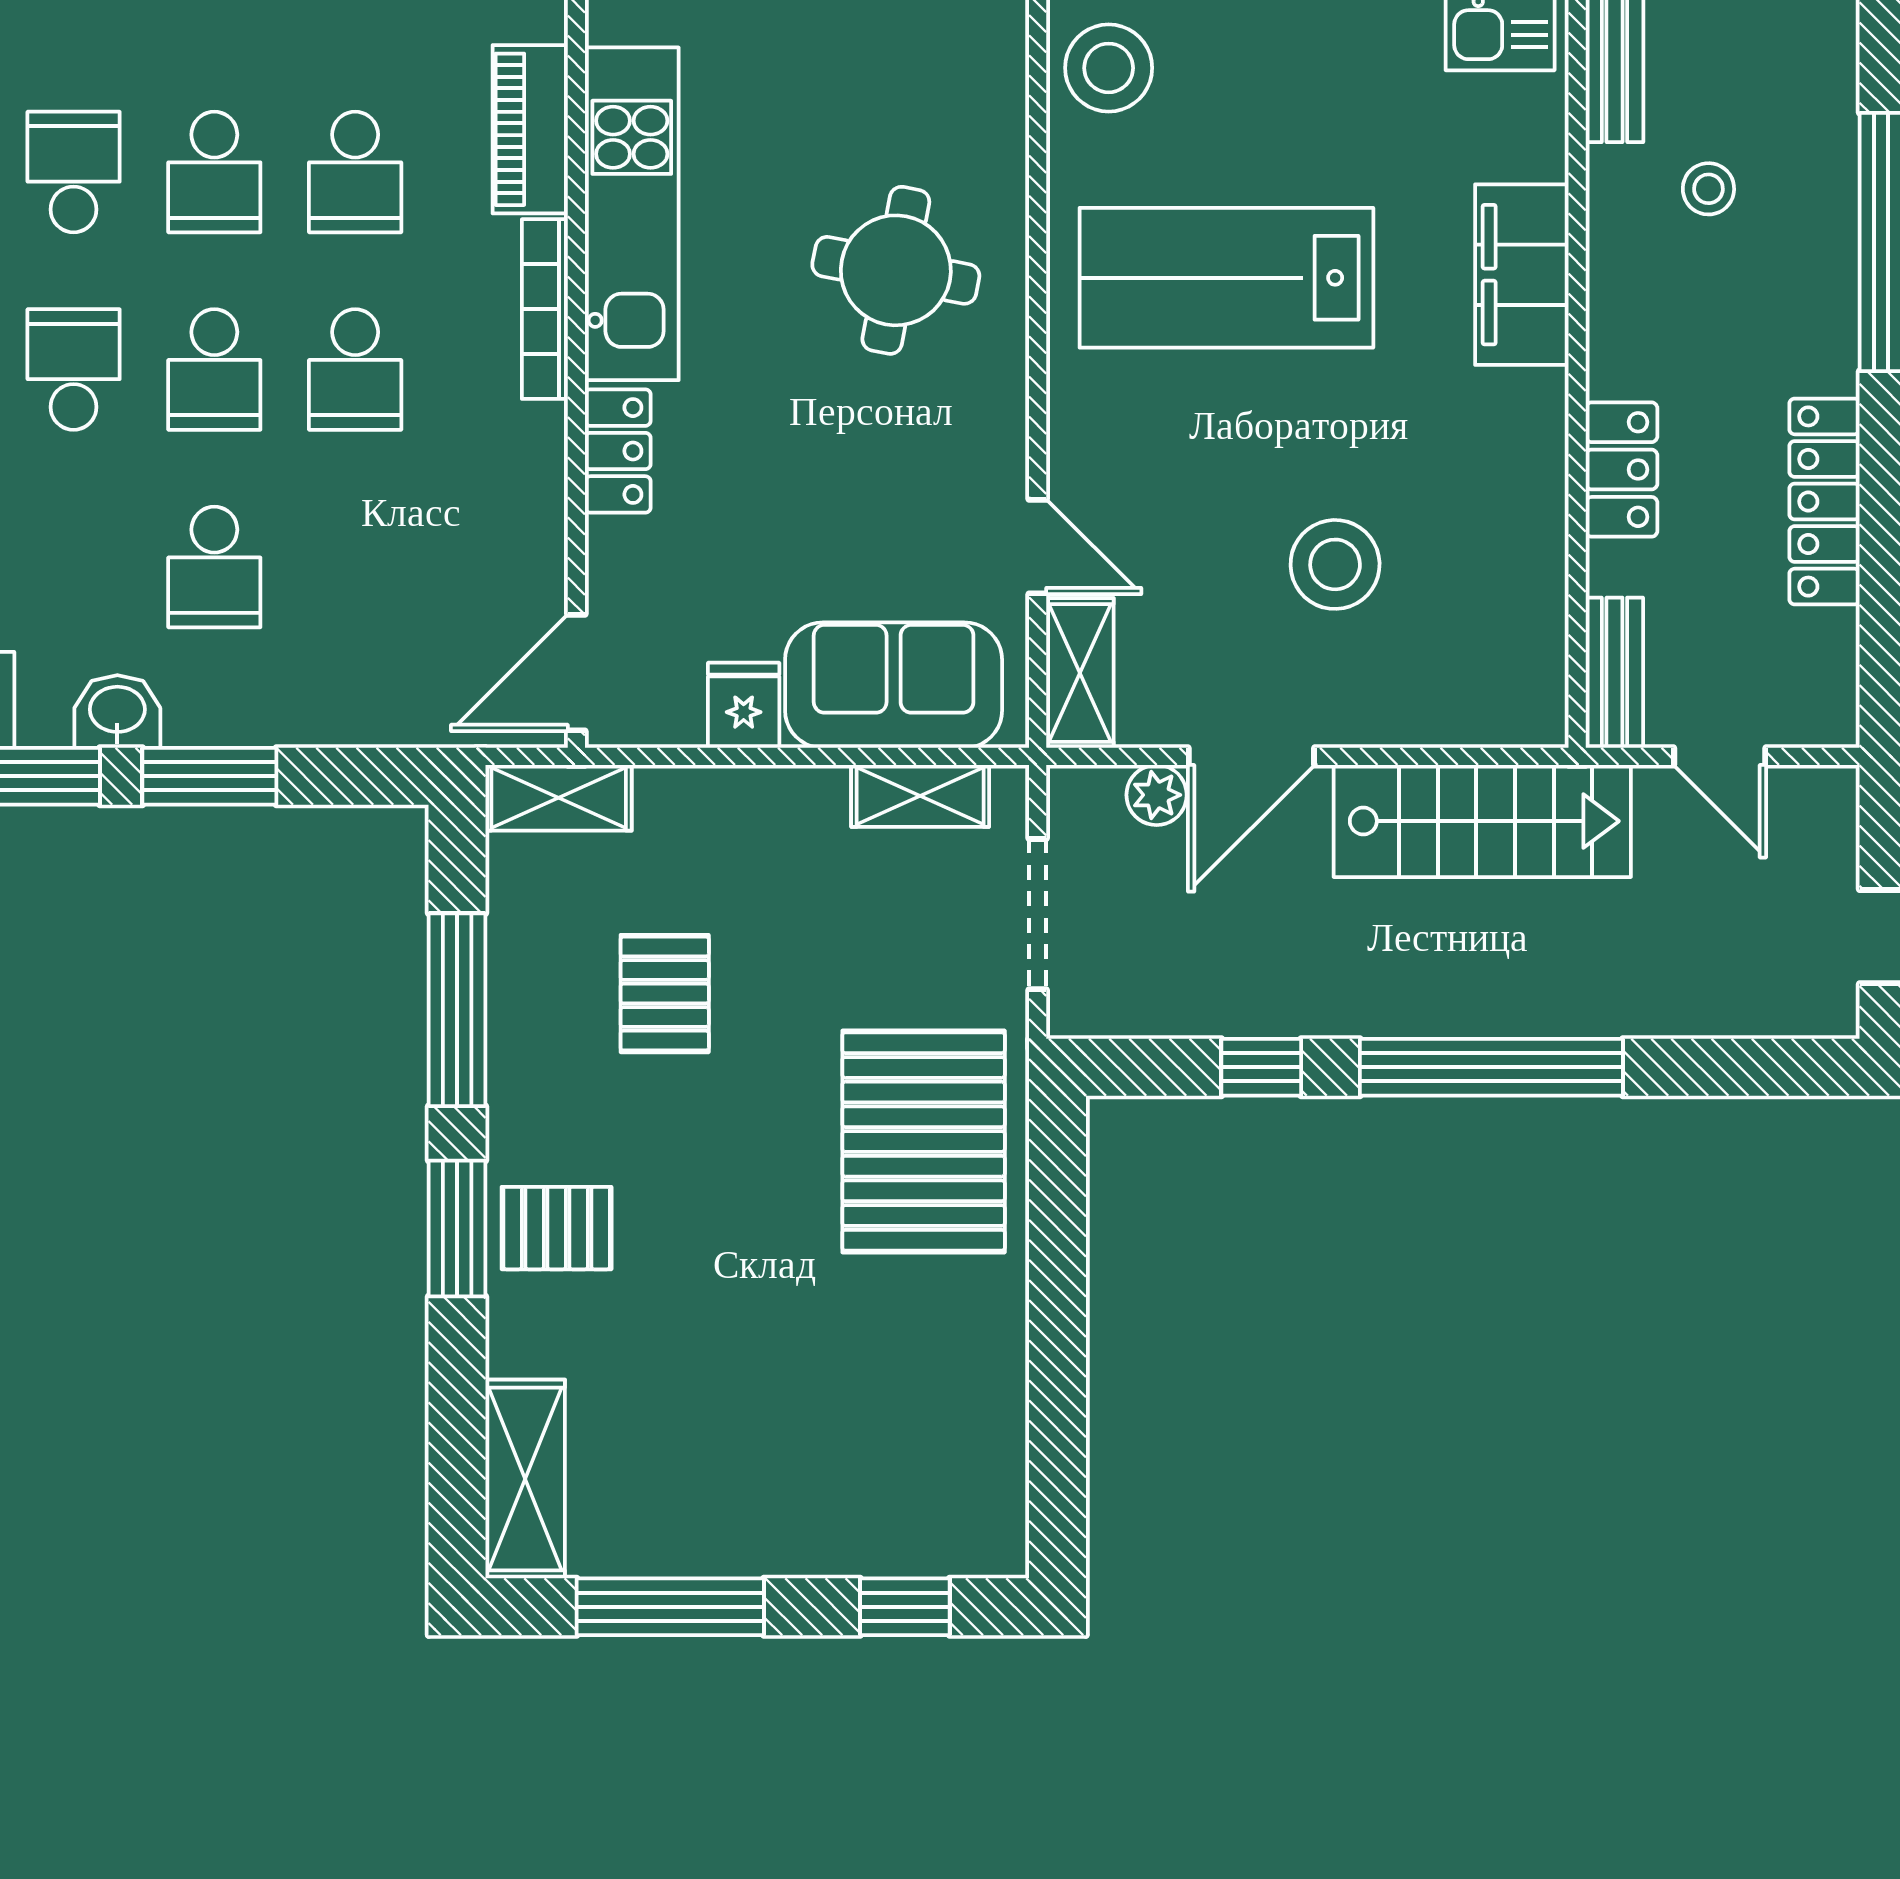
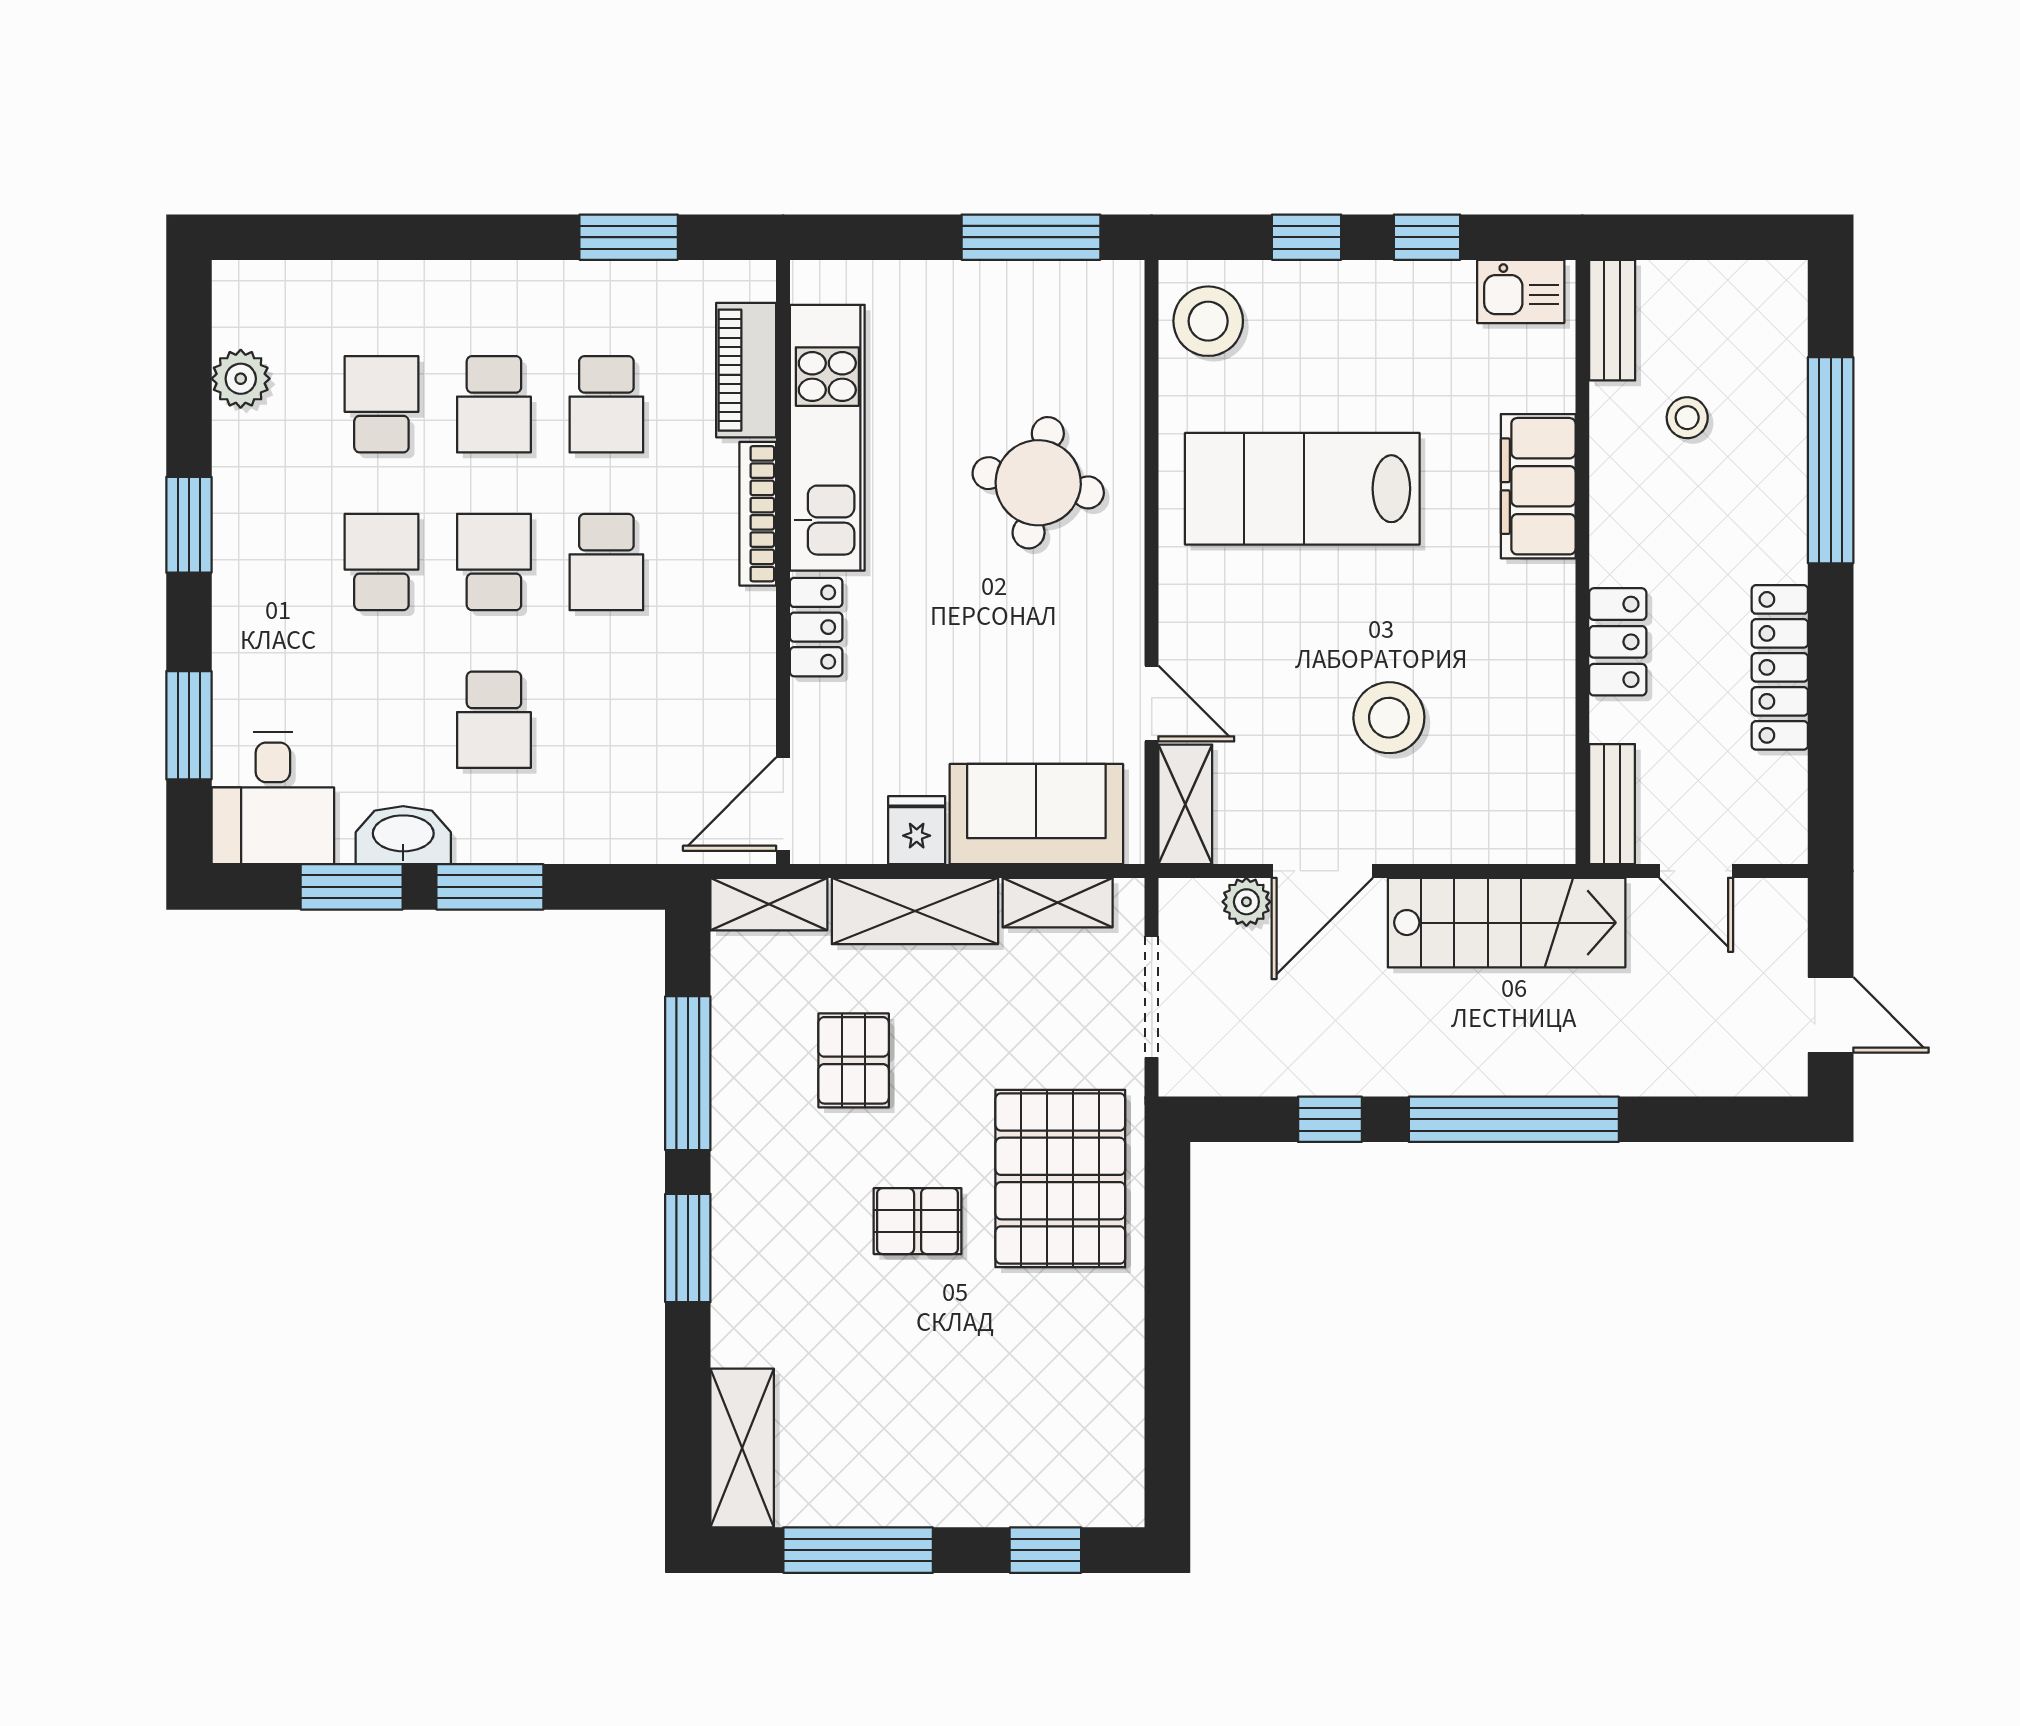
school desk: (214, 370) -> (494, 562), turned 180
washbasin: (117, 711) -> (403, 835), width x1.38
shelving: (741, 807) -> (915, 911), added
pallet: (557, 1228) -> (918, 1221), moved

